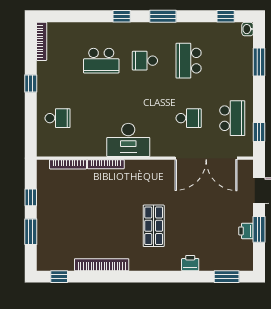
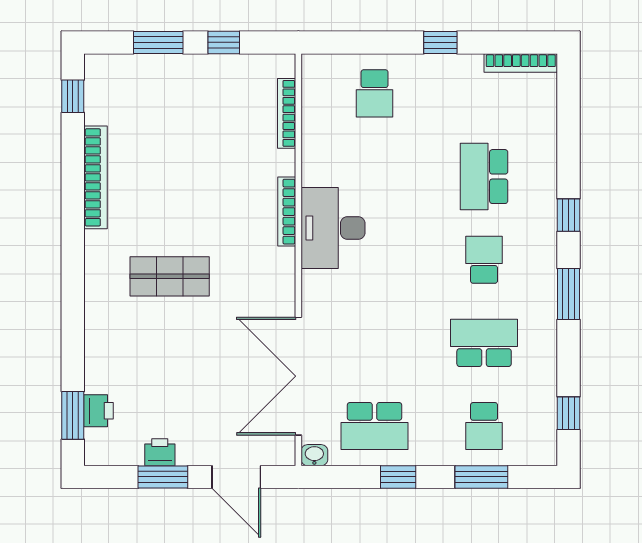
washbasin: (248, 29) -> (314, 455), moved
school desk: (189, 118) -> (484, 426), moved
window: (259, 132) -> (398, 477), moved
bookcase: (106, 164) -> (287, 212), moved
printer: (190, 263) -> (99, 411), moved

